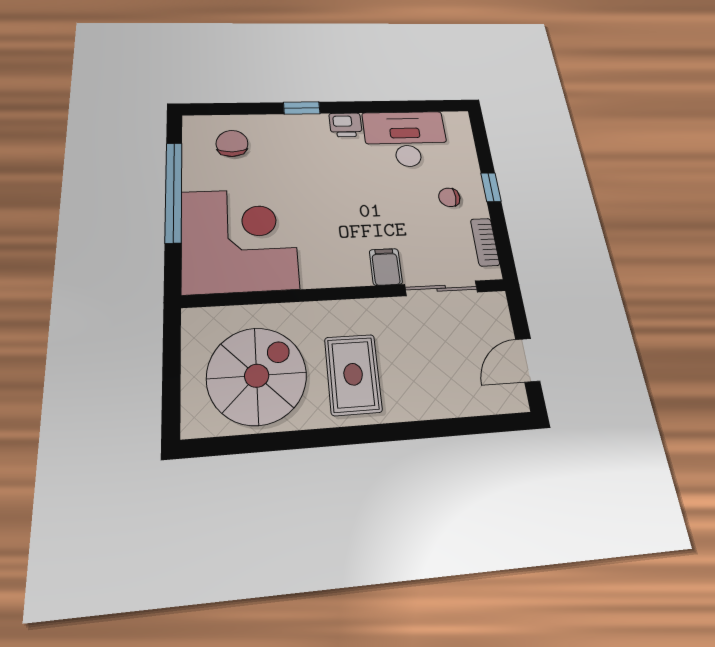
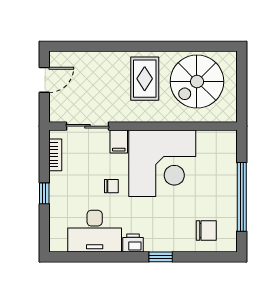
chair: (232, 143) -> (206, 231), turned -90
chair: (449, 197) -> (111, 186), moved
corner desk: (239, 240) -> (162, 163), moved, turned -90

